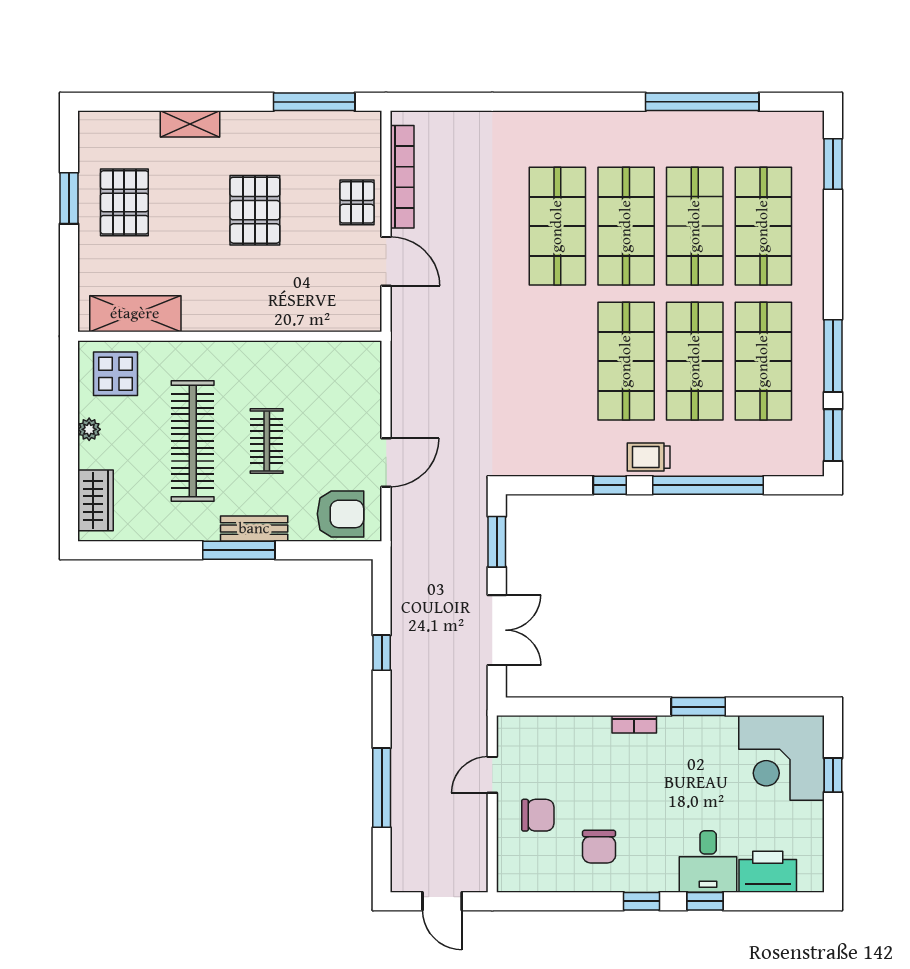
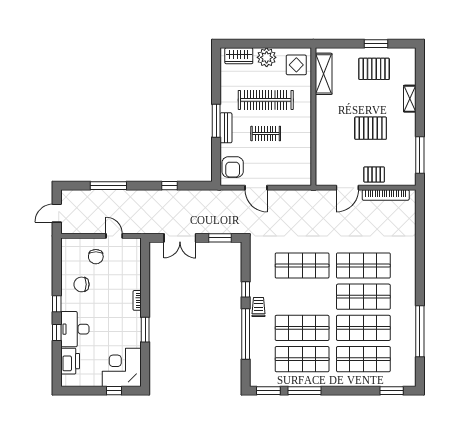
shop shelf: (626, 361) -> (302, 266), moved
plant: (89, 429) -> (267, 57), width x1.88, depth x1.88
desk: (708, 861) -> (75, 329), width x1.37

